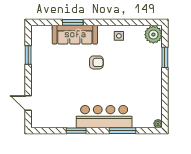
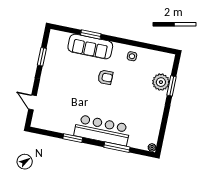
plant: (153, 35) -> (161, 82), moved

